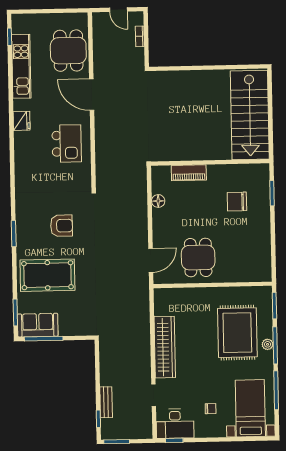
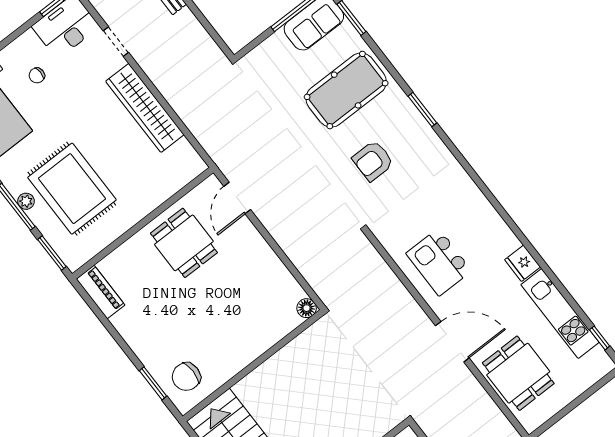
fridge: (22, 121) -> (523, 263), moved
piano: (189, 173) -> (101, 292), moved, turned 90
floor lamp: (158, 201) -> (307, 308), moved
chair: (237, 202) -> (186, 377), moved, turned 180

